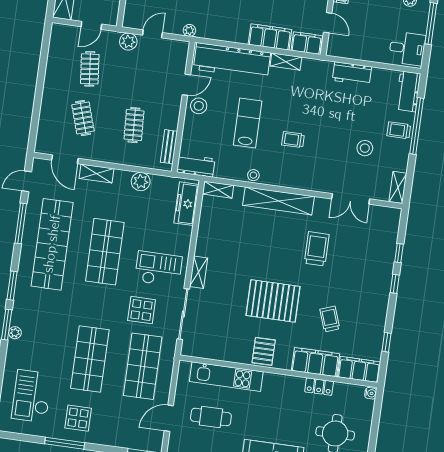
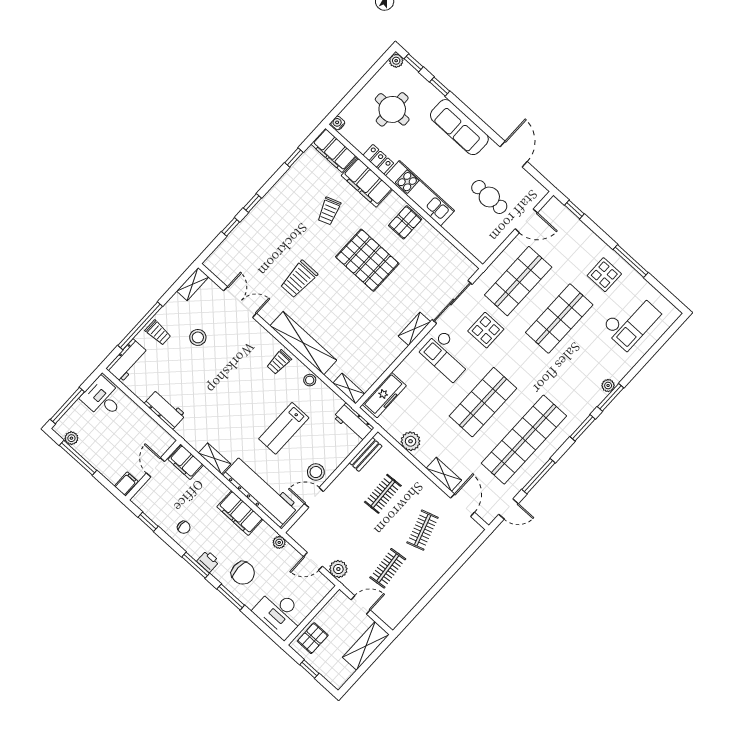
filing cabinet: (270, 37) -> (240, 513), moved
trolley: (293, 140) -> (279, 362), moved, turned 91
kitchen unit: (226, 377) -> (420, 193), moved

